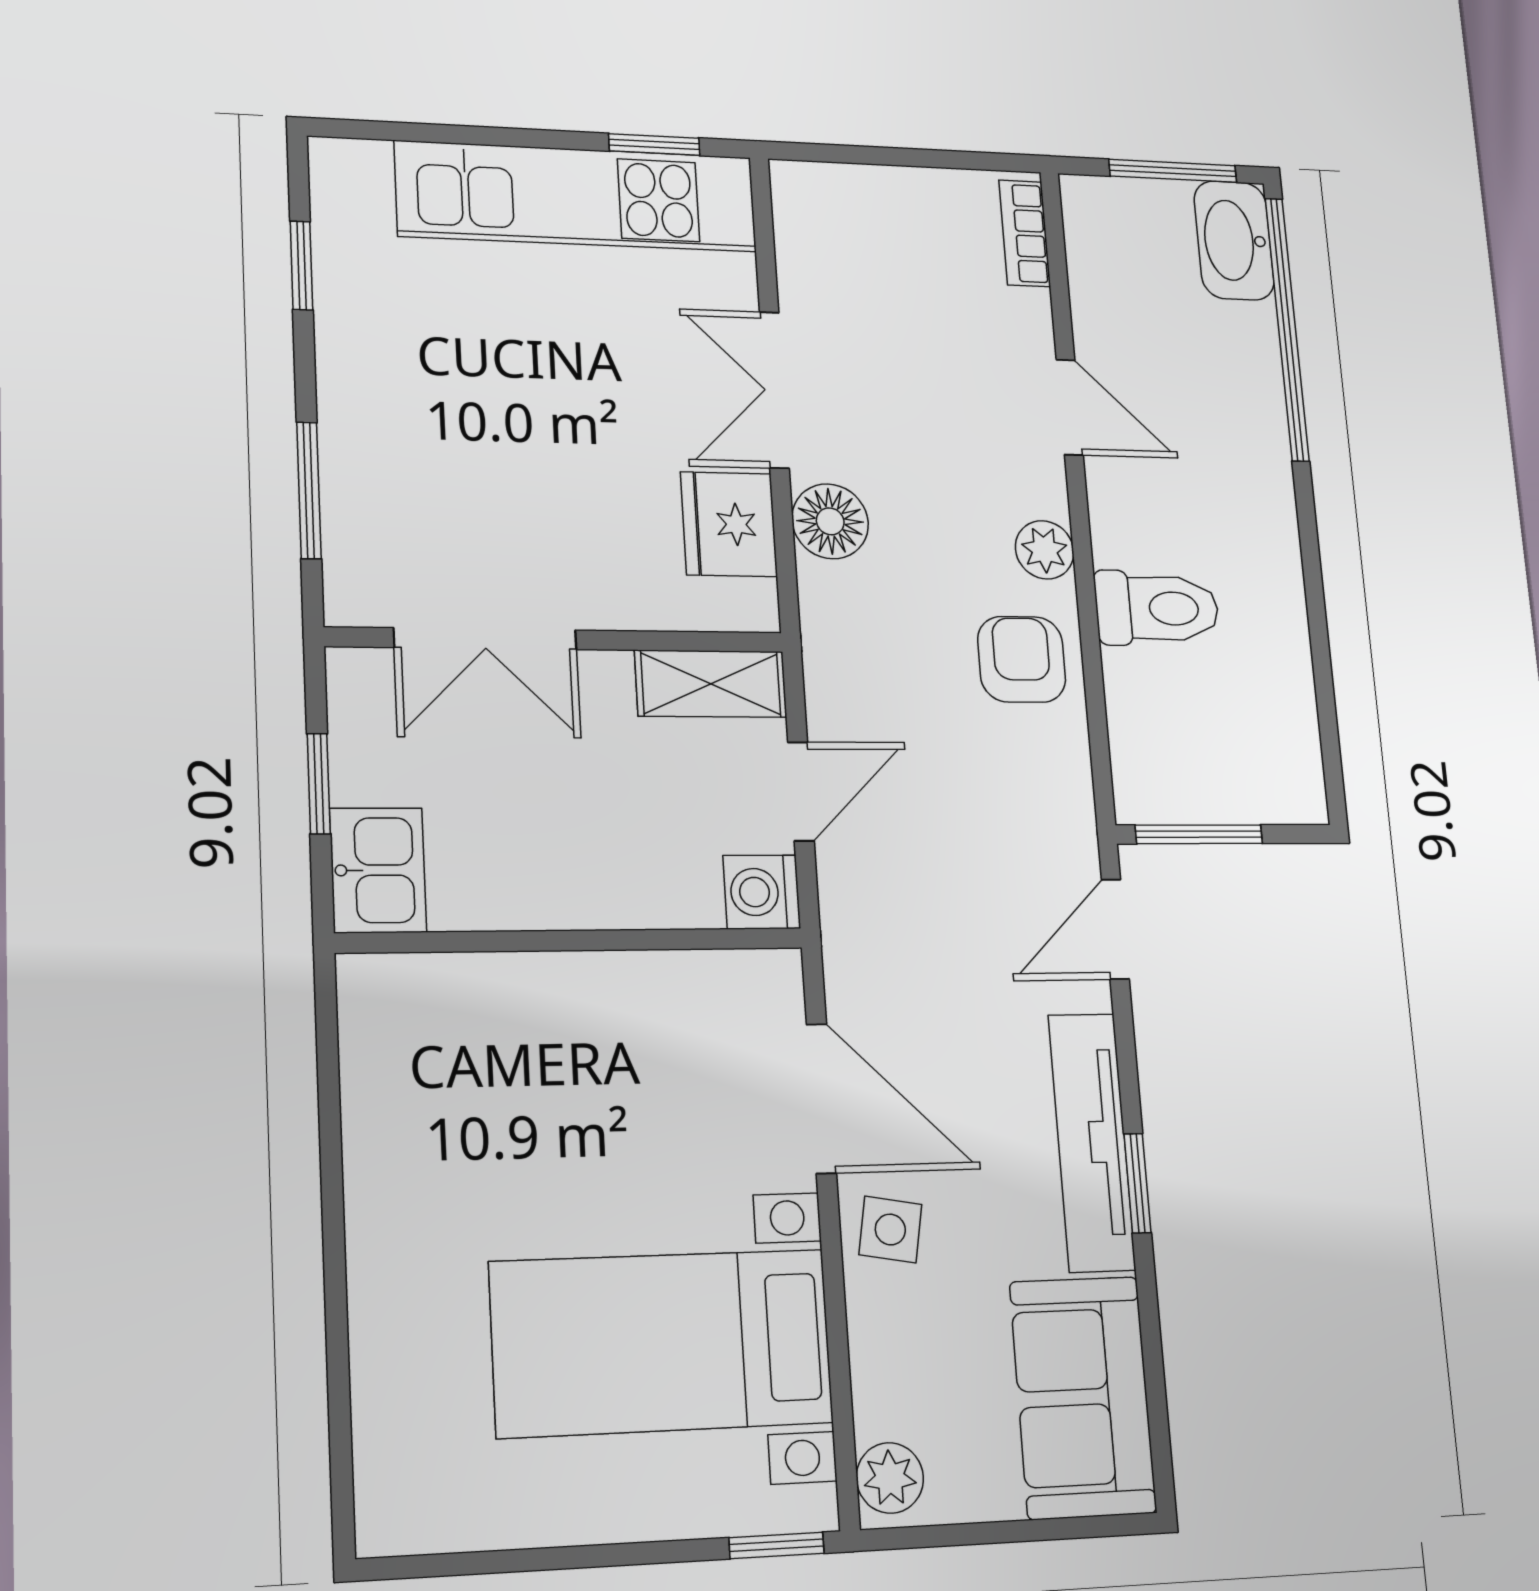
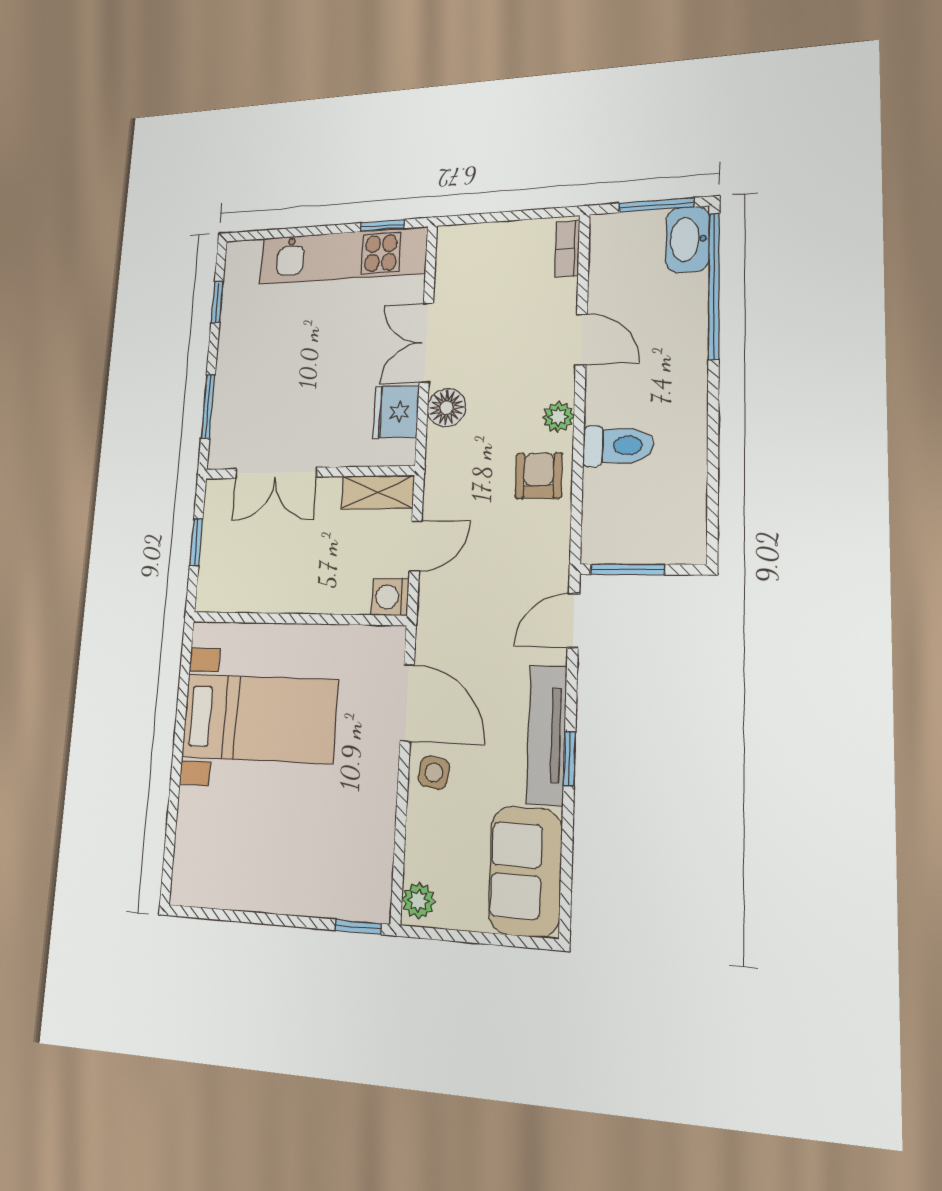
kitchen sink: (378, 870) -> (216, 583), removed
bed with nightstands: (662, 1343) -> (259, 718), moved, turned 180

